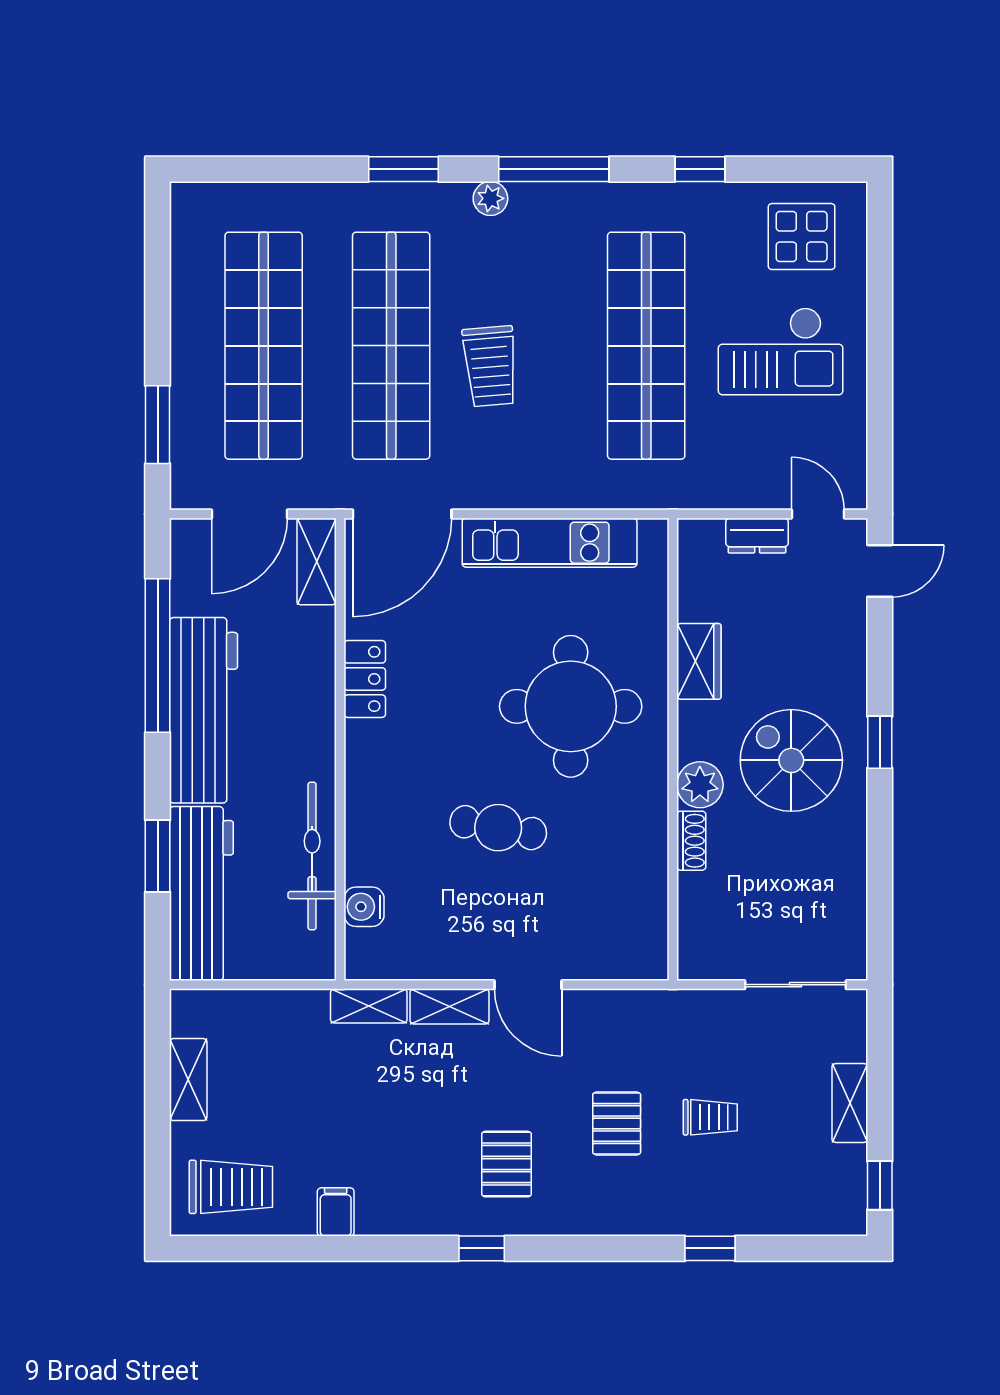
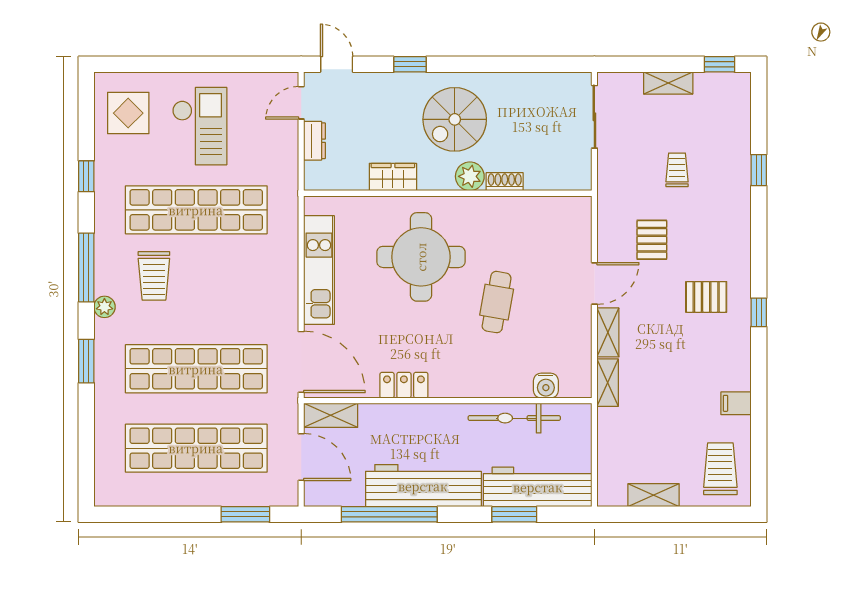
trolley: (490, 366) -> (154, 276), moved, turned 95
window: (880, 742) -> (410, 64), moved
pallet: (617, 1123) -> (652, 240), moved, turned 90

